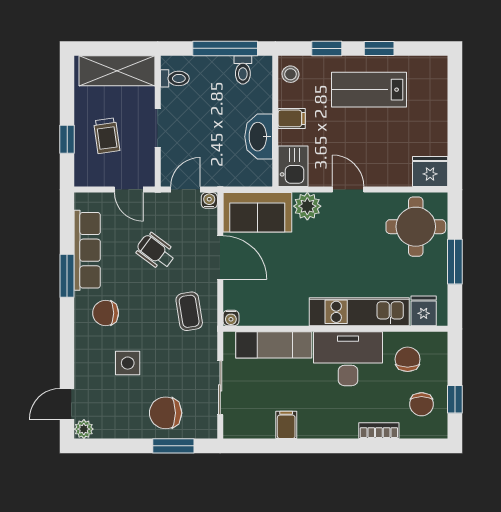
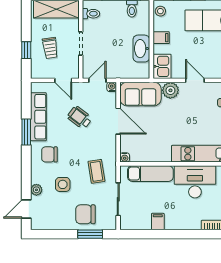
coffee table: (189, 311) -> (96, 171), moved
plant: (84, 429) -> (36, 190), moved

